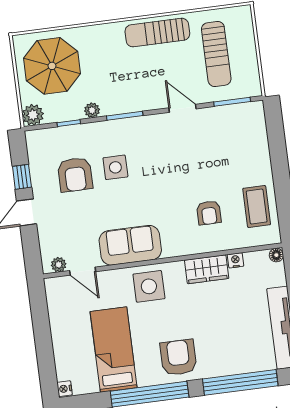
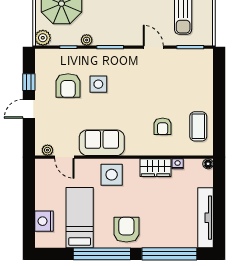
nightstand: (65, 389) -> (44, 221), moved, width x1.89, depth x1.79

